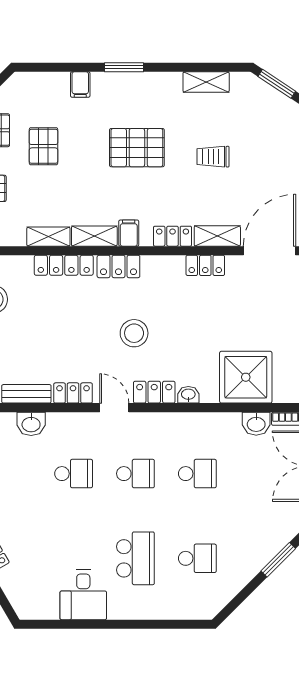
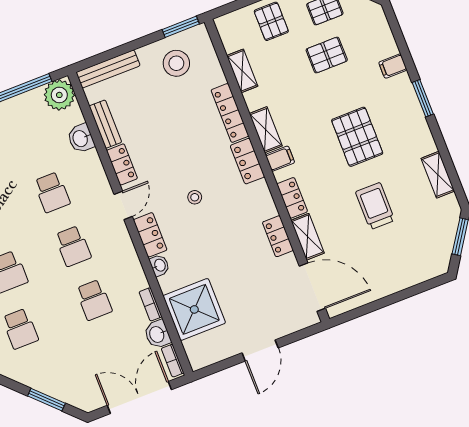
trolley: (213, 157) -> (375, 206), width x1.36, depth x1.39
shelving: (48, 237) -> (242, 71), moved
stool: (134, 333) -> (195, 197), width x0.53, depth x0.53
bookcase: (224, 419) -> (150, 304), added

